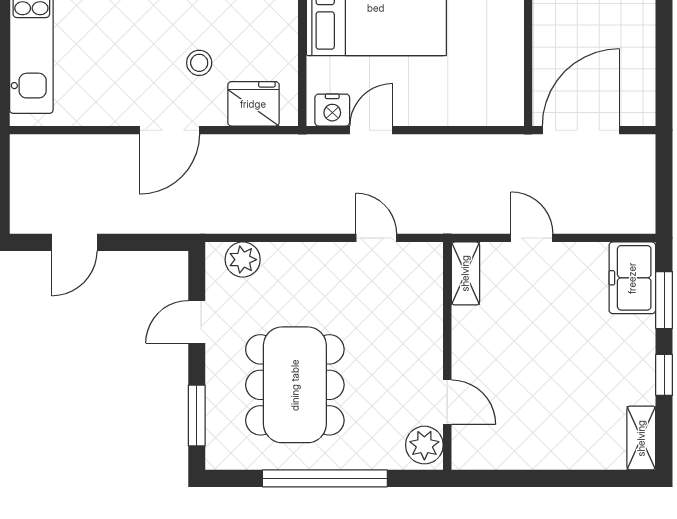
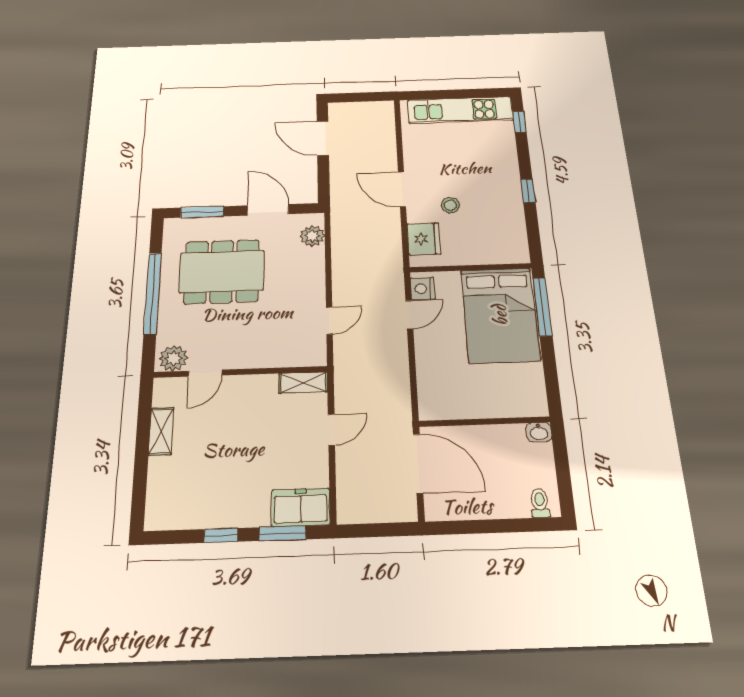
door: (371, 130) -> (409, 315), hinge flipped
door: (74, 242) -> (323, 138), width x1.38
door: (197, 322) -> (268, 210), width x1.38
shelving: (641, 438) -> (161, 431), moved, turned 90

